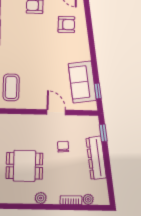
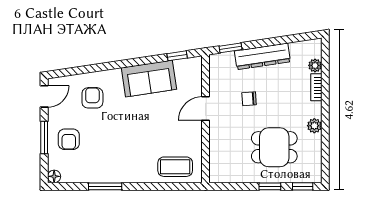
sofa: (82, 82) -> (149, 79), moved
dining table: (24, 166) -> (274, 147), turned 90

